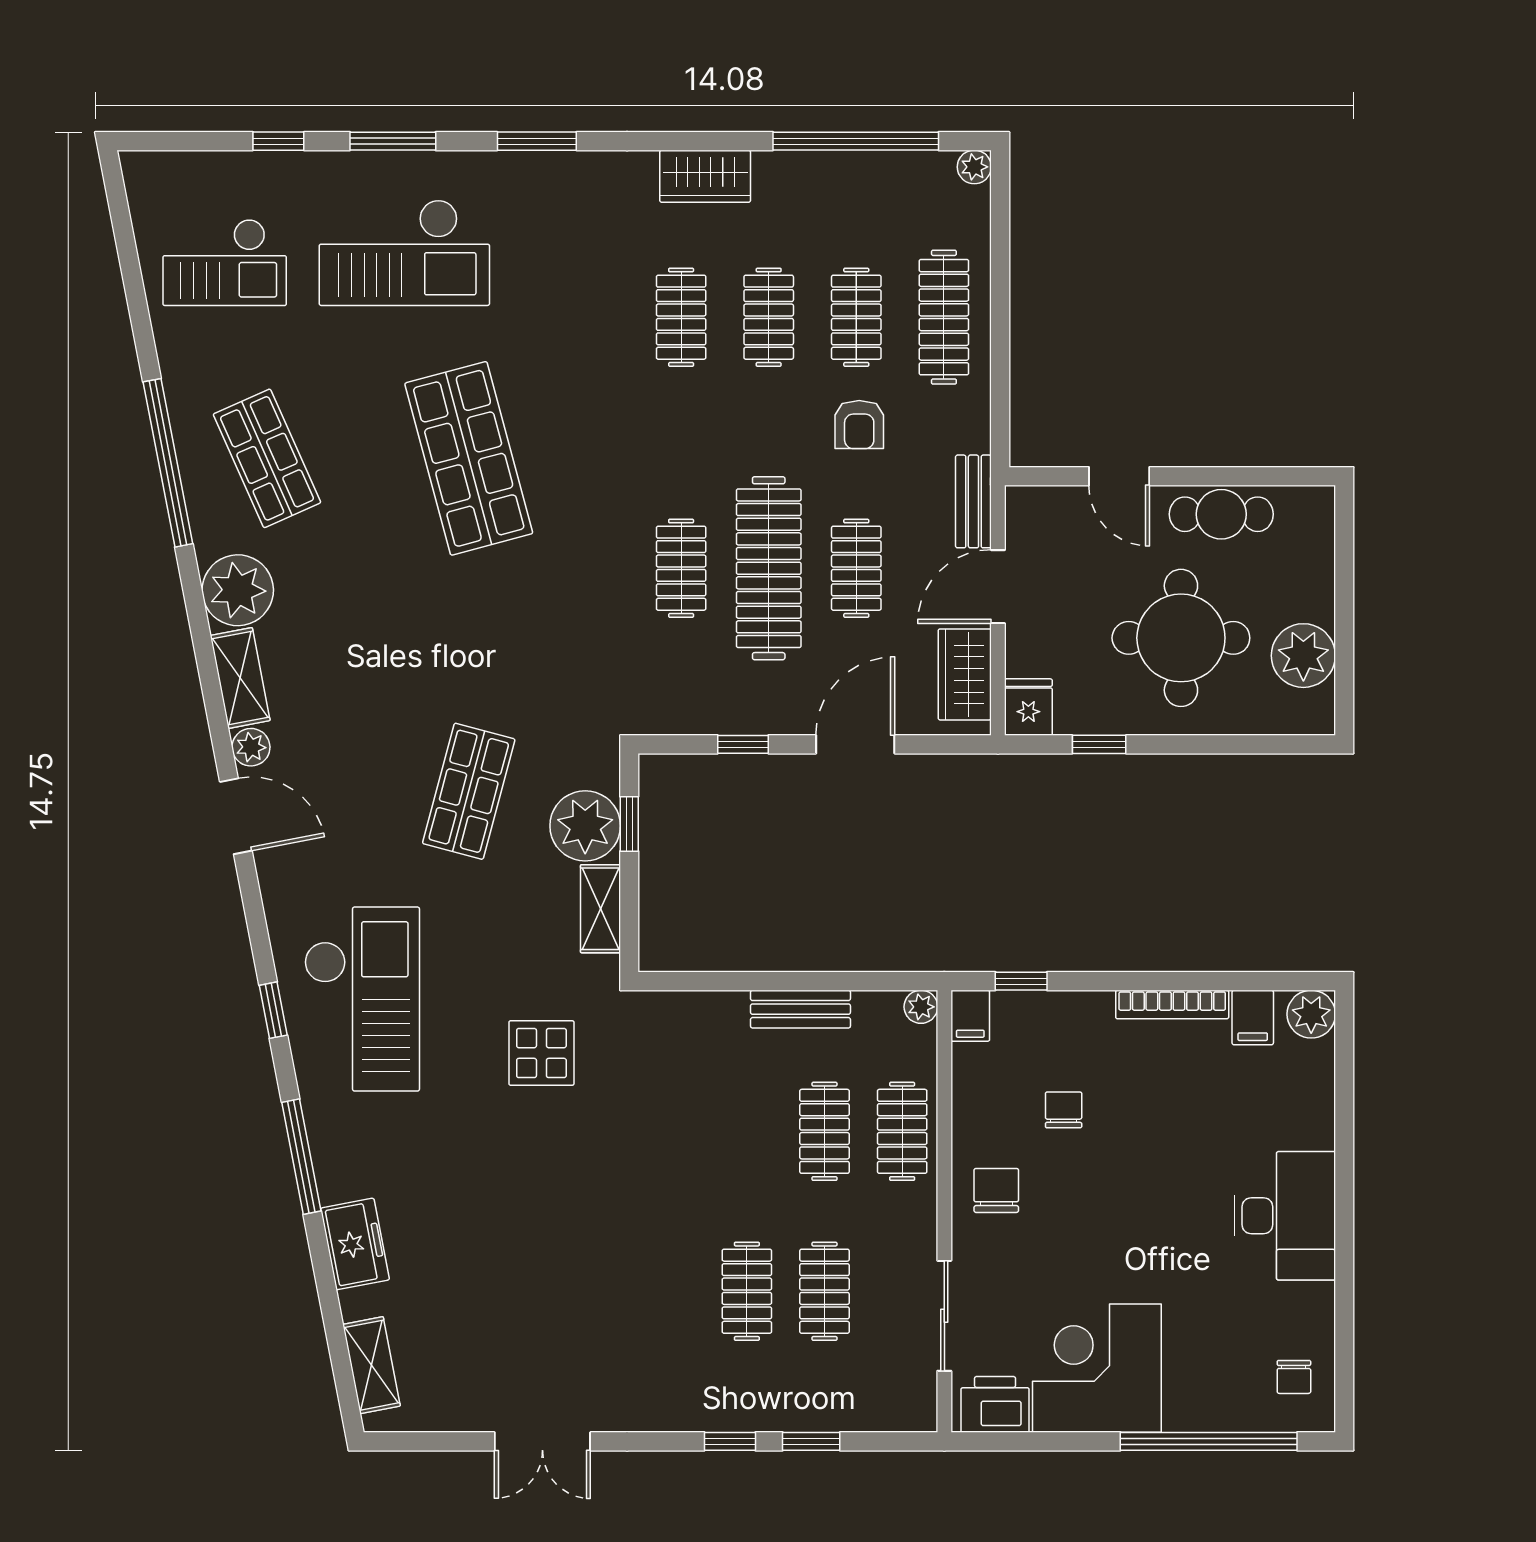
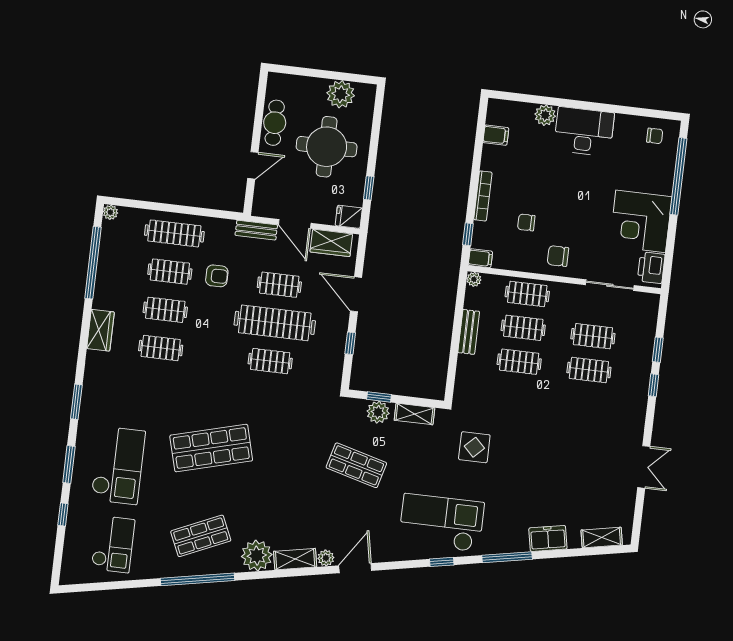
plant: (585, 826) -> (378, 412), width x0.73, depth x0.73
bookcase: (1172, 1005) -> (483, 196), moved
plant: (1311, 1014) -> (545, 115), moved
clothes rail: (747, 1131) -> (519, 362), added

